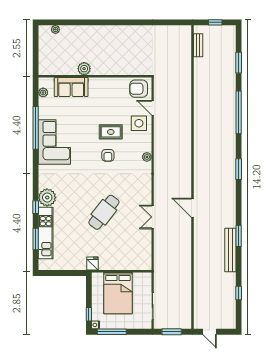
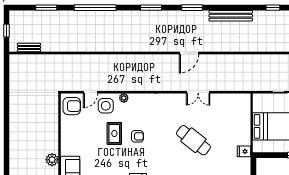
armchair: (139, 89) -> (72, 106), turned -90
plant: (147, 157) -> (124, 98), moved
window: (239, 236) -> (192, 8), moved

